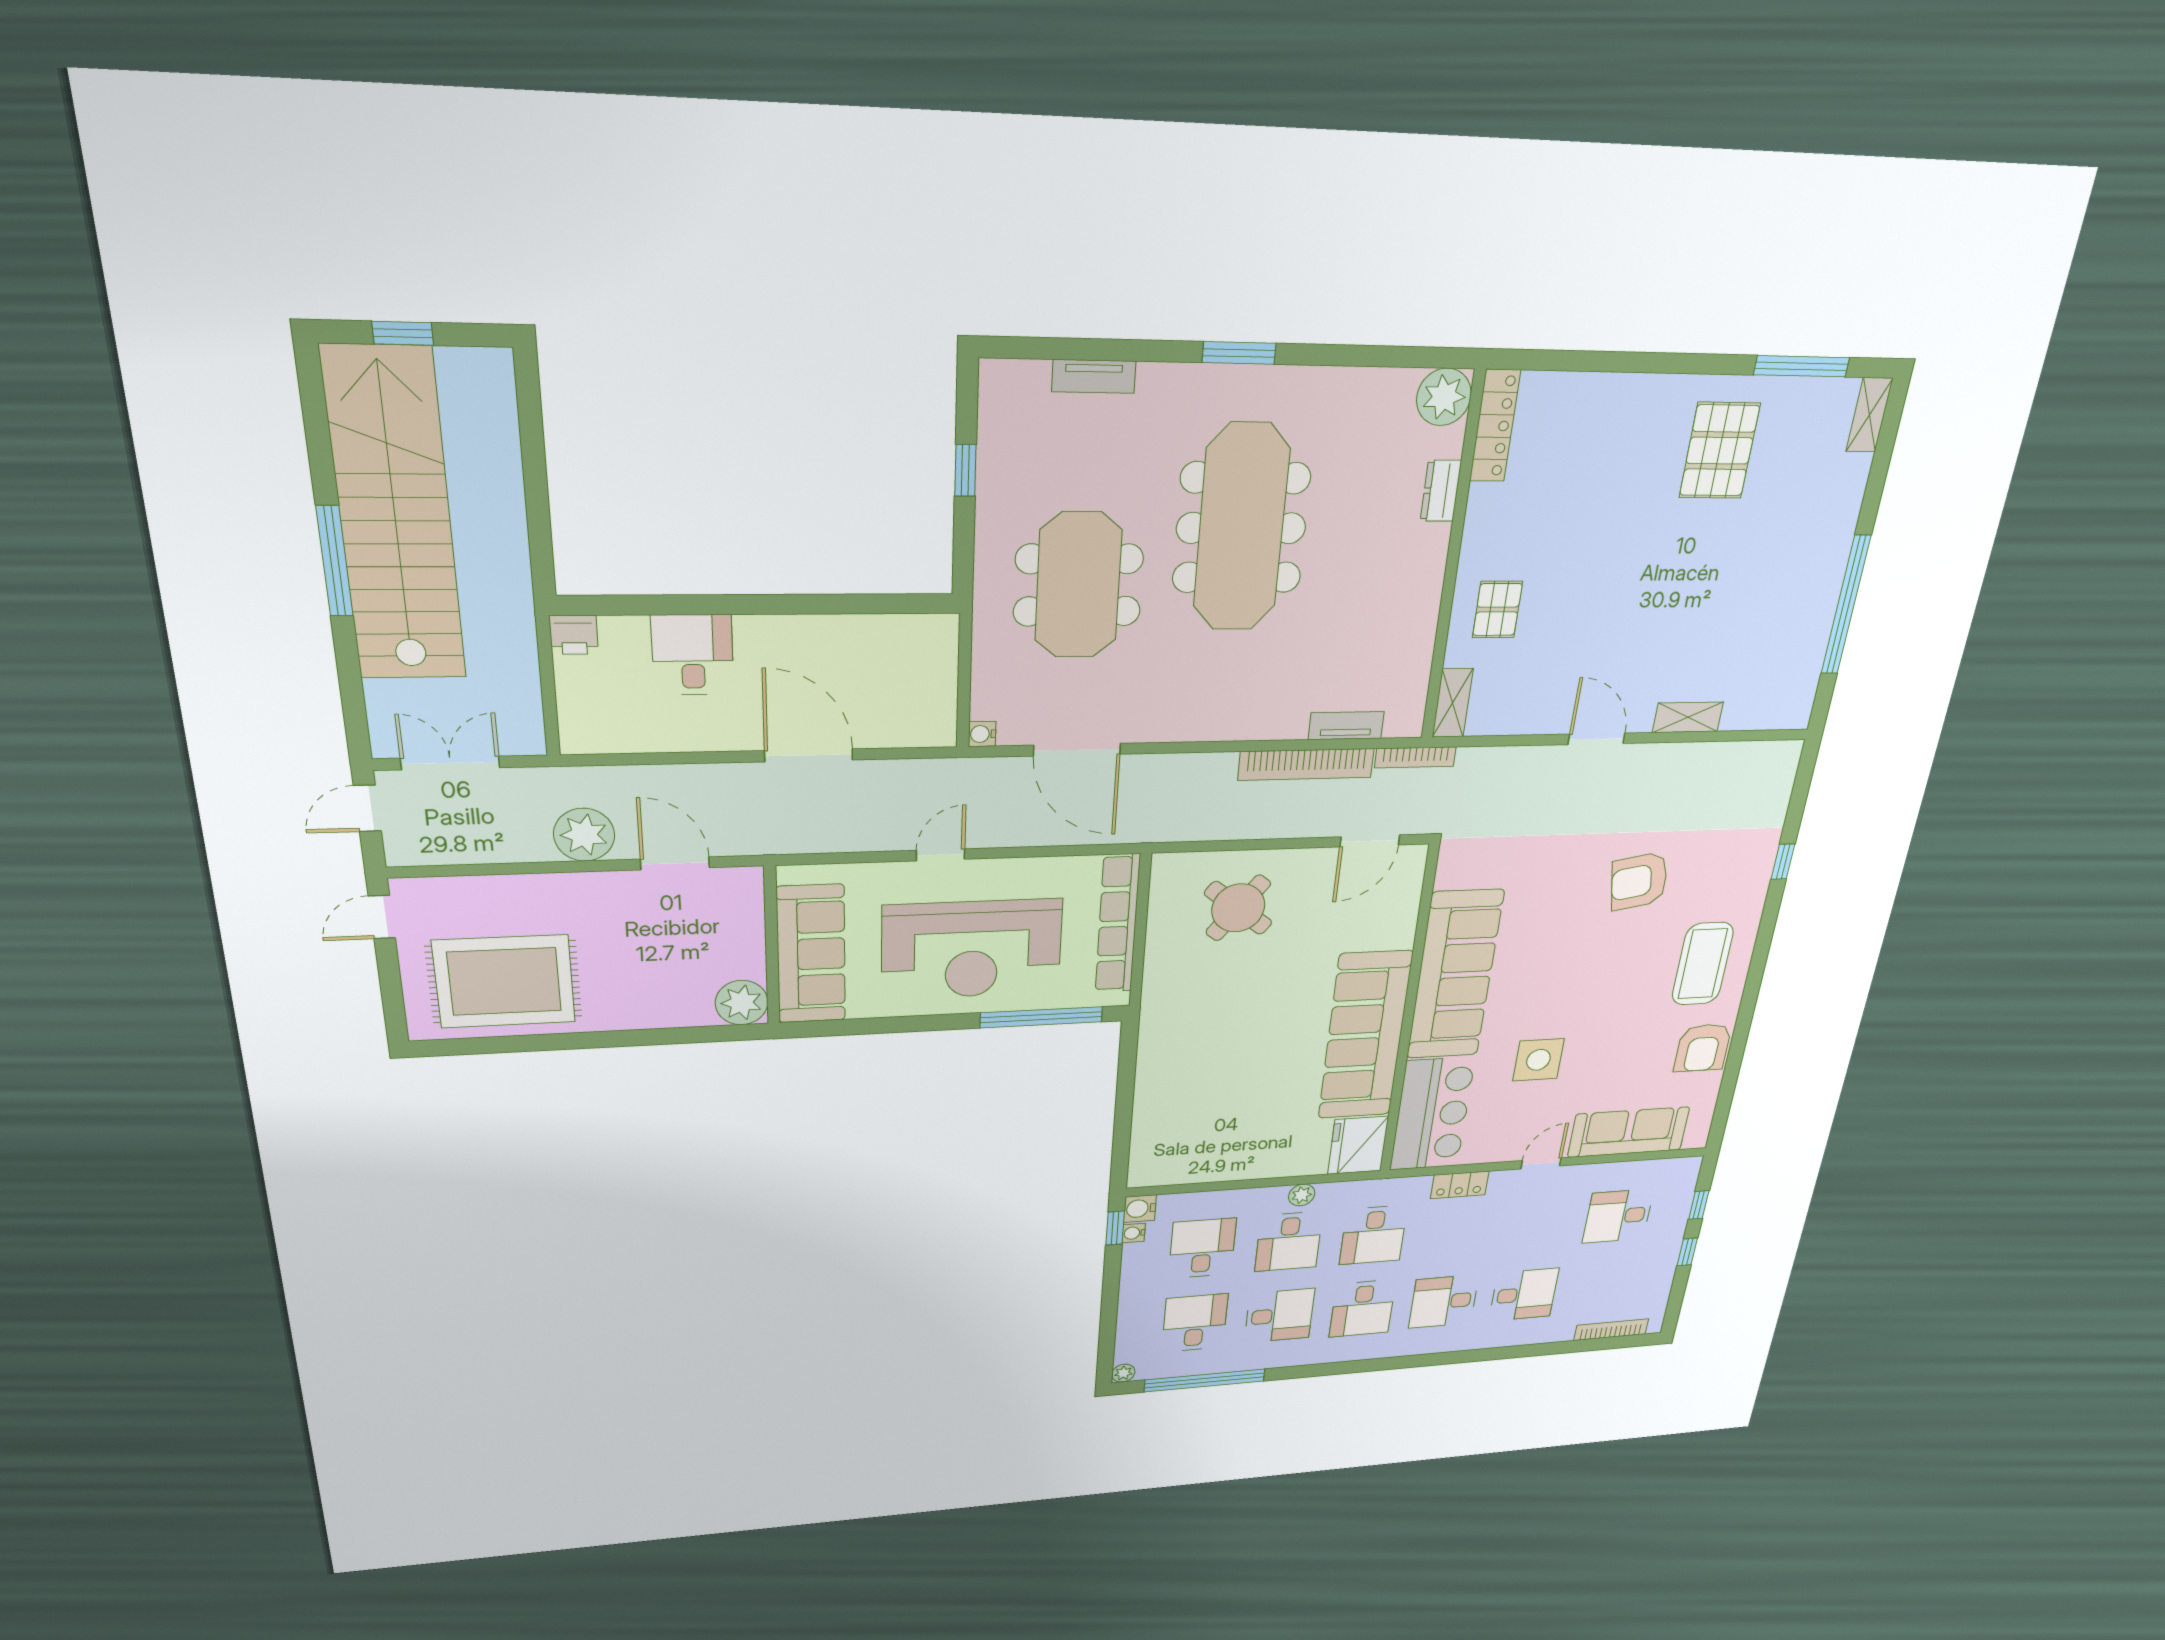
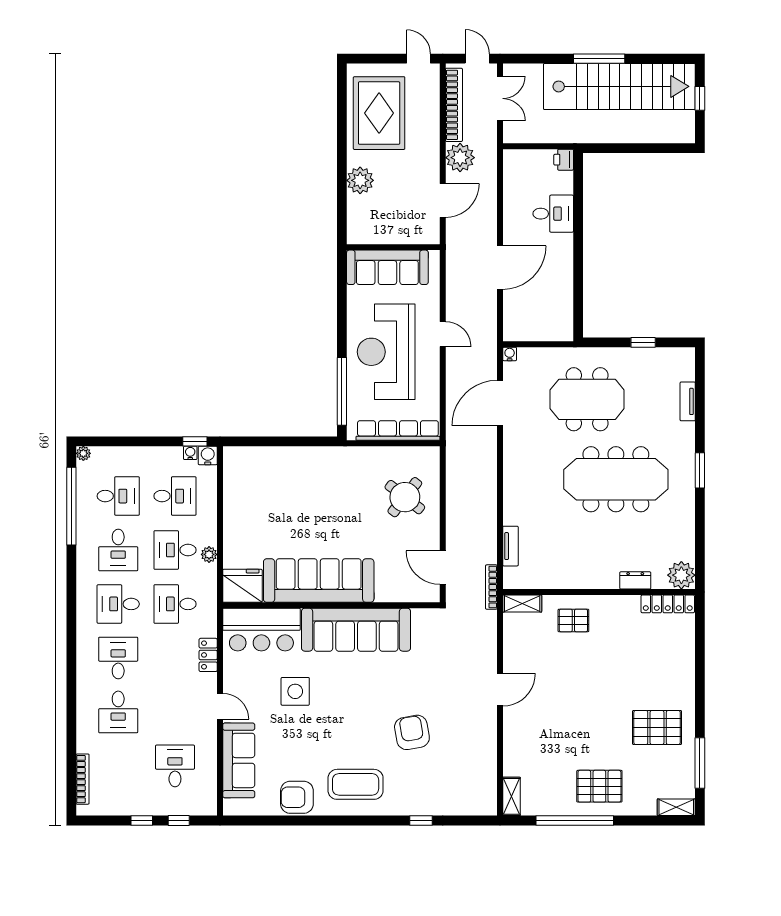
pallet: (1799, 561) -> (599, 786), added
shelving: (1688, 717) -> (511, 796), moved
bookcase: (1306, 765) -> (454, 105), moved, turned 180
plant: (742, 1003) -> (360, 180), moved

